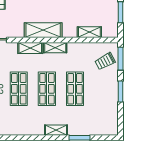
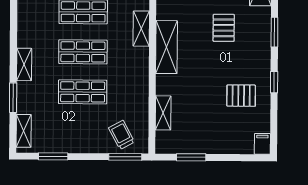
shelving: (55, 48) -> (24, 131), moved
window: (121, 91) -> (53, 156), moved

